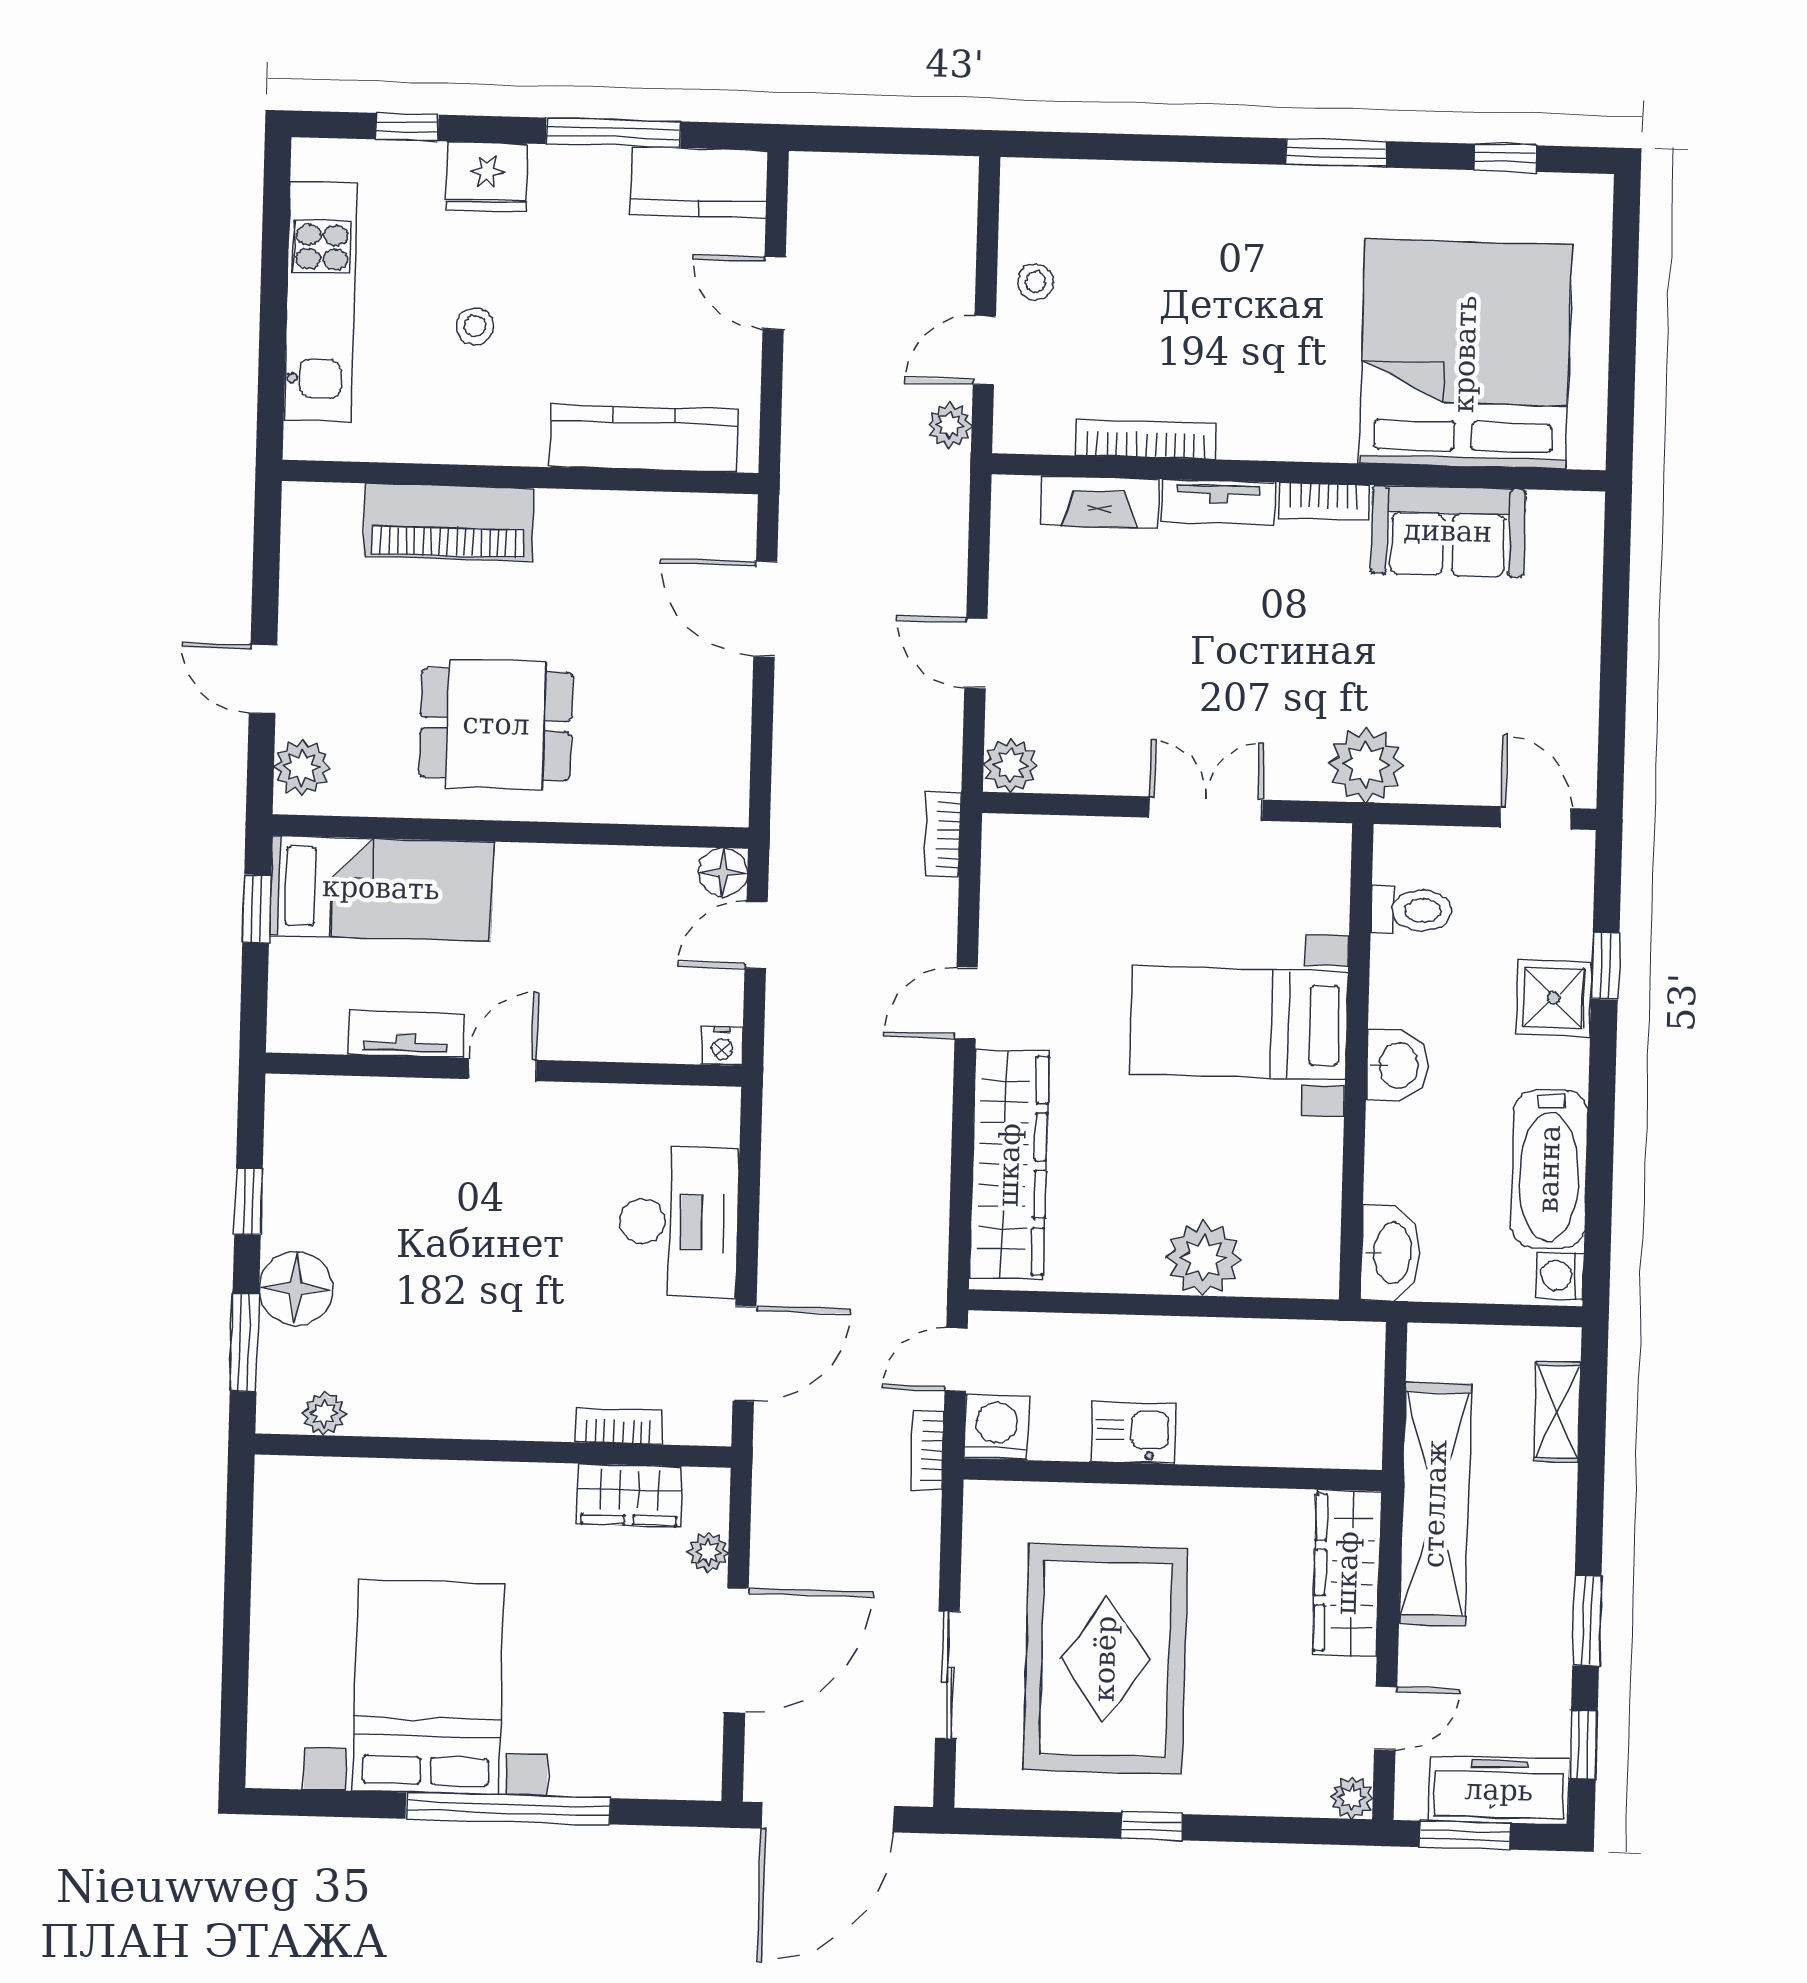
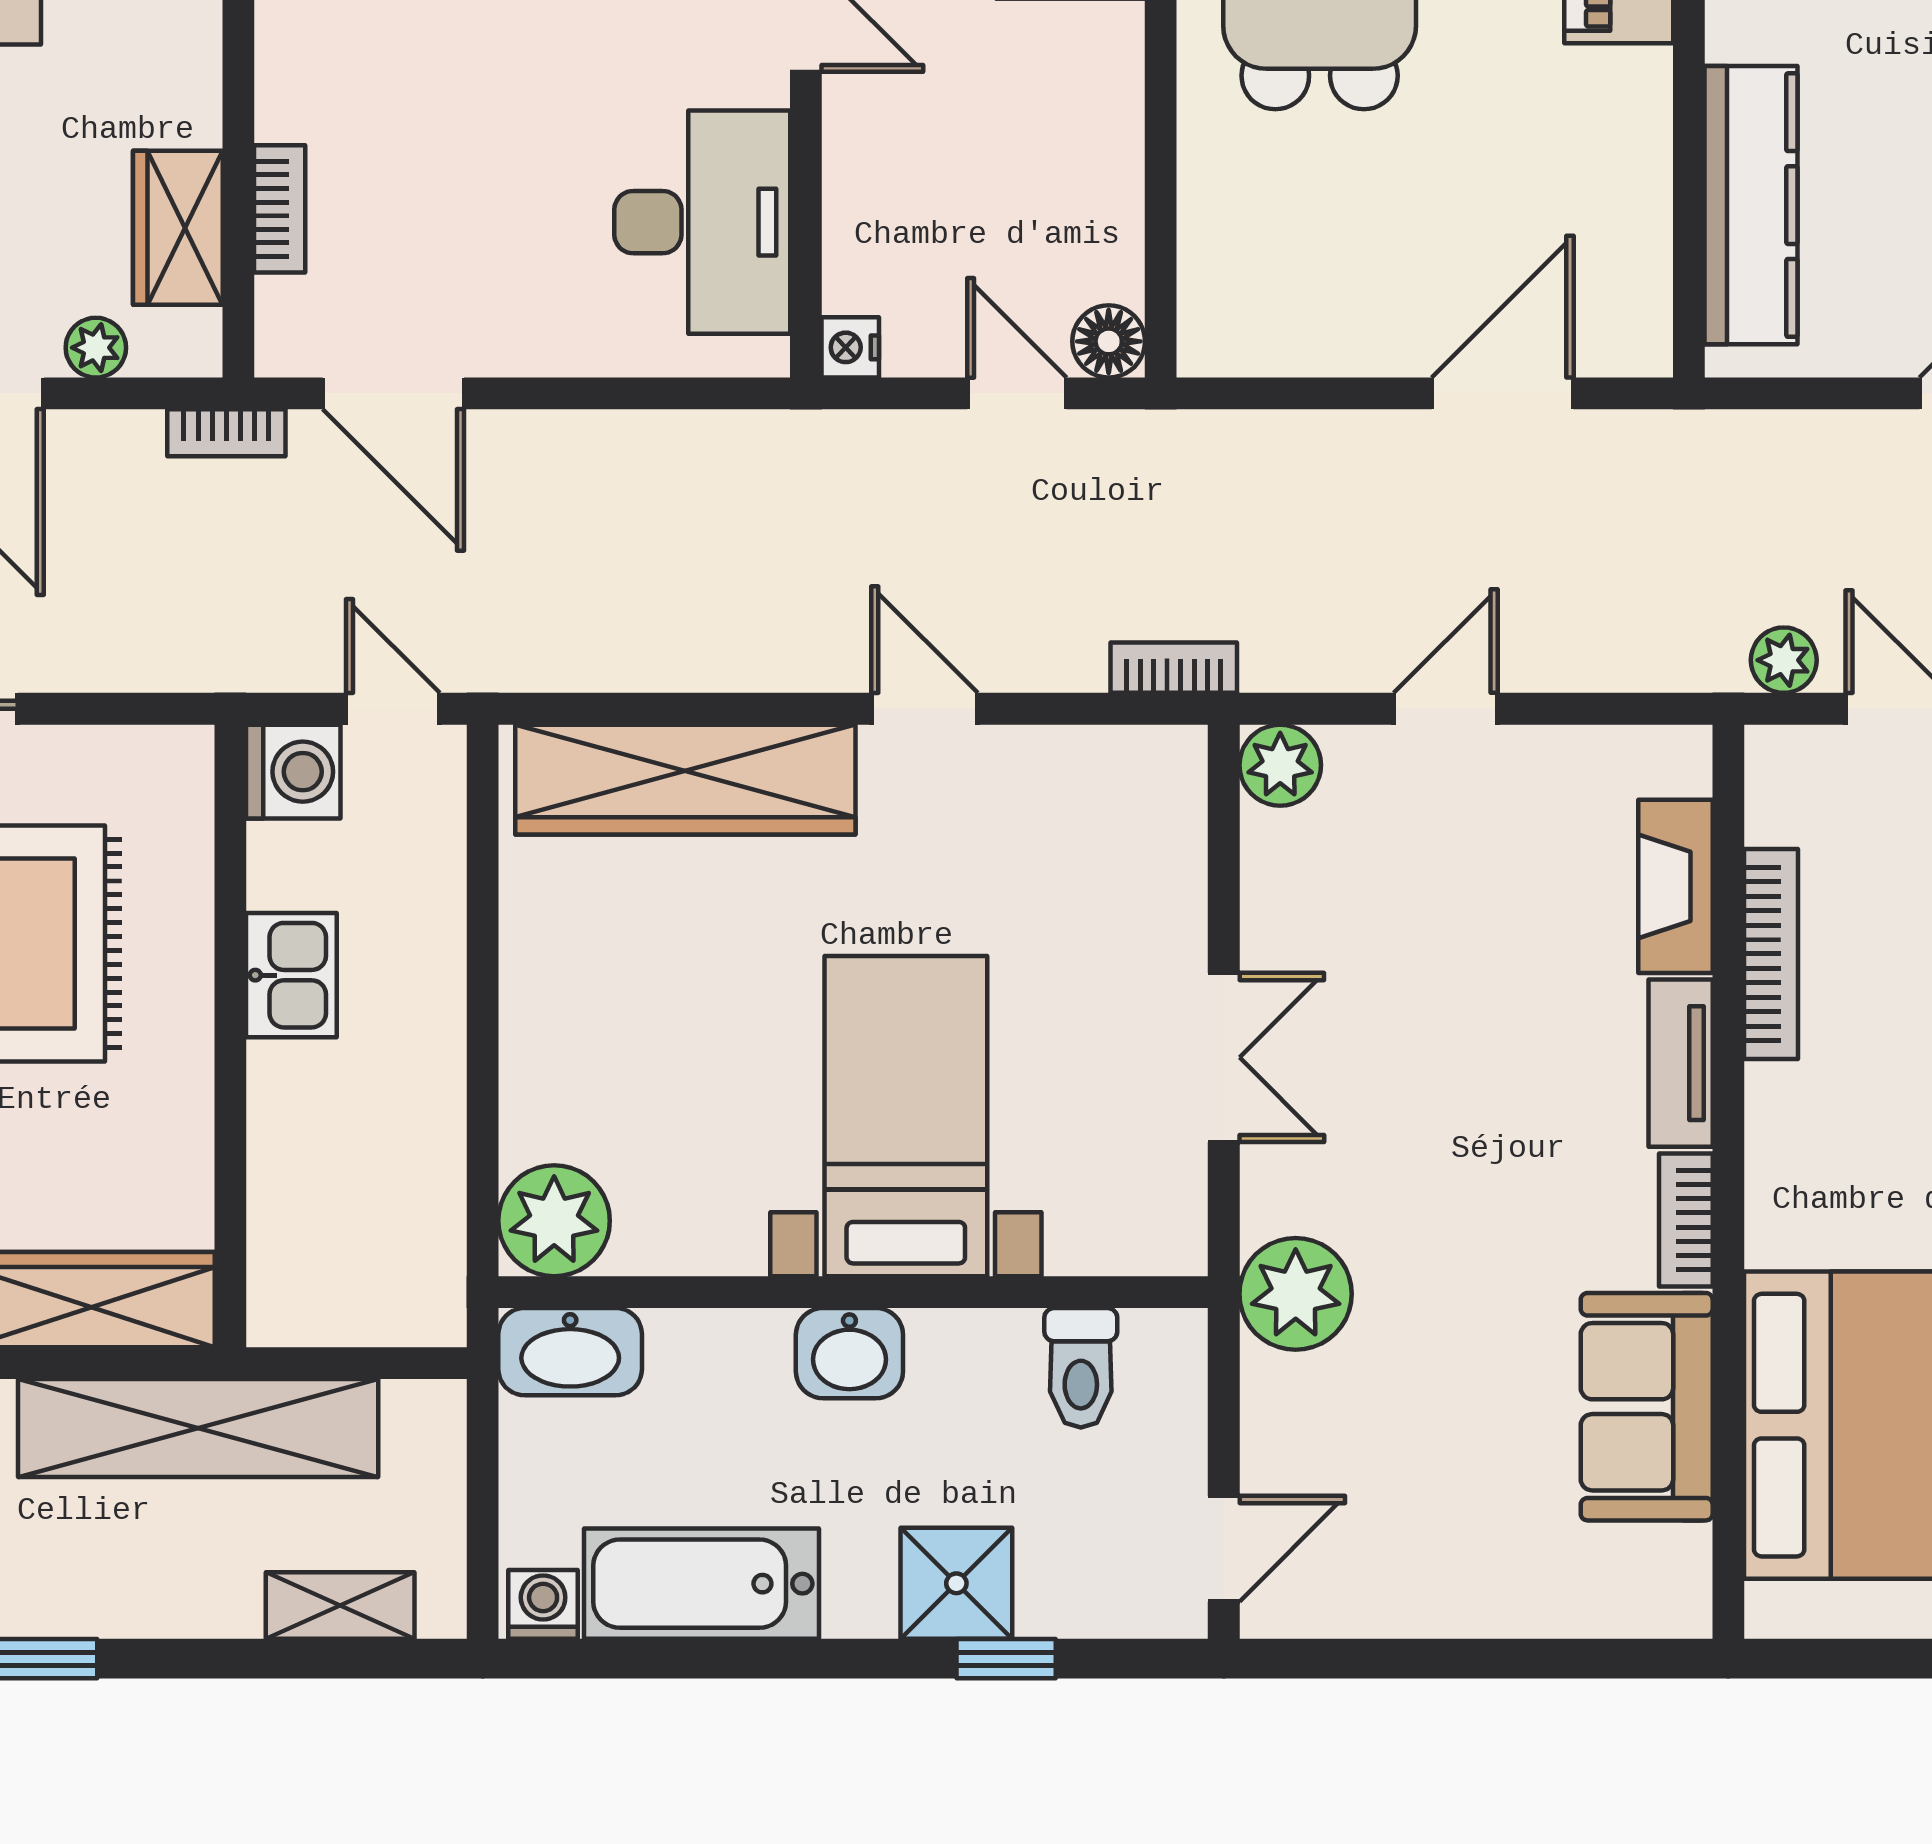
desk: (679, 1222) -> (702, 222), moved, turned -90
plant: (1203, 1258) -> (554, 1221), moved
bookcase: (927, 1450) -> (226, 433), moved, turned 180

